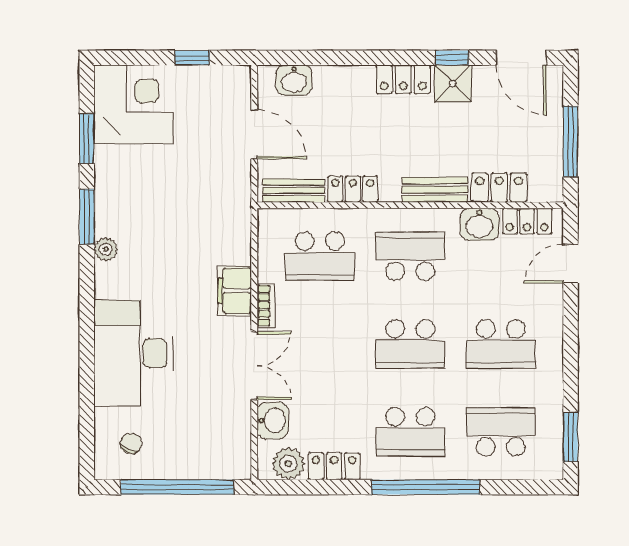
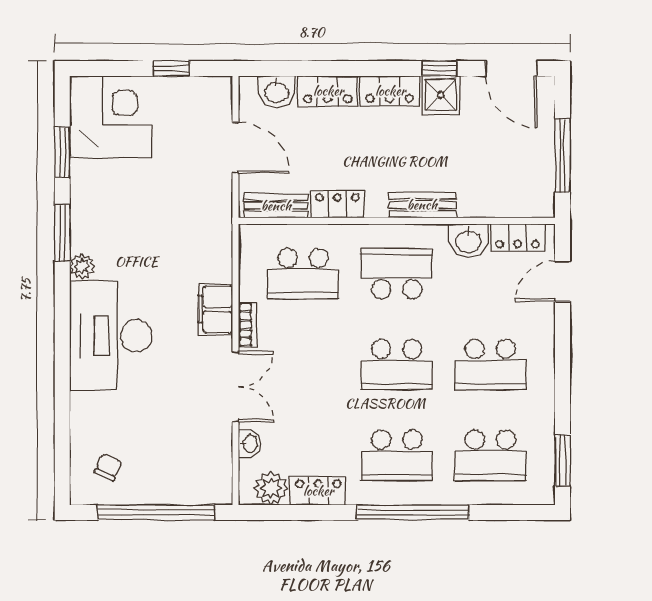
locker: (499, 188) -> (328, 91), moved, turned 180
desk: (134, 353) -> (111, 336), moved
washbasin: (273, 420) -> (250, 444), width x0.72, depth x0.69
school desk: (501, 432) -> (490, 455), turned 180

